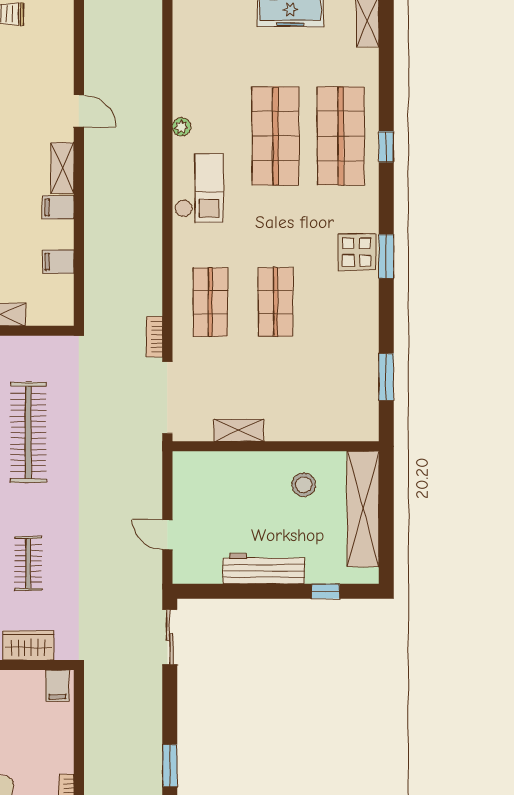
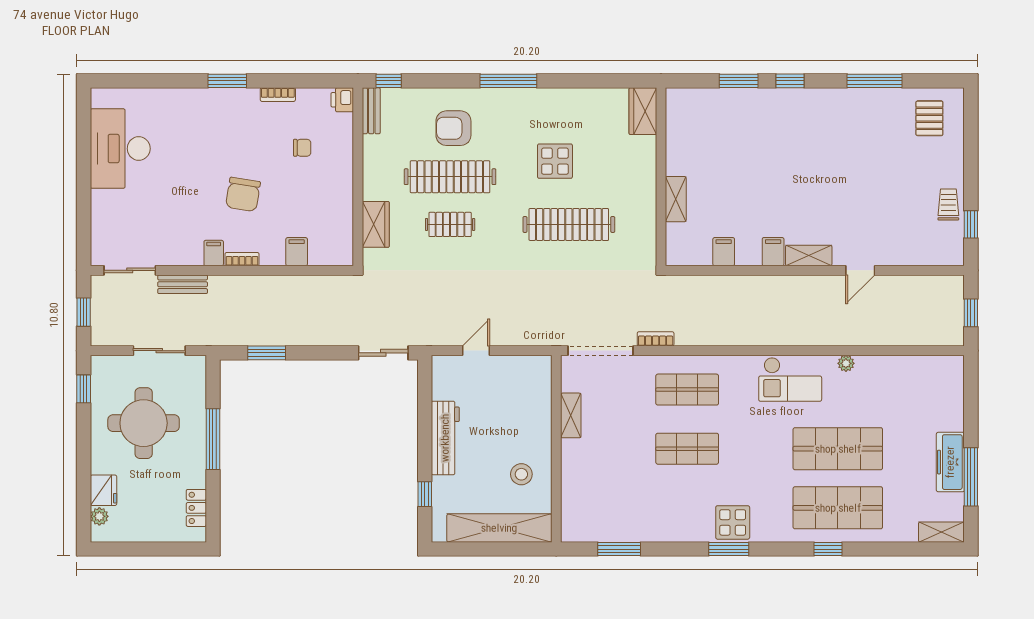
filing cabinet: (57, 686) -> (297, 252), moved, turned 90

